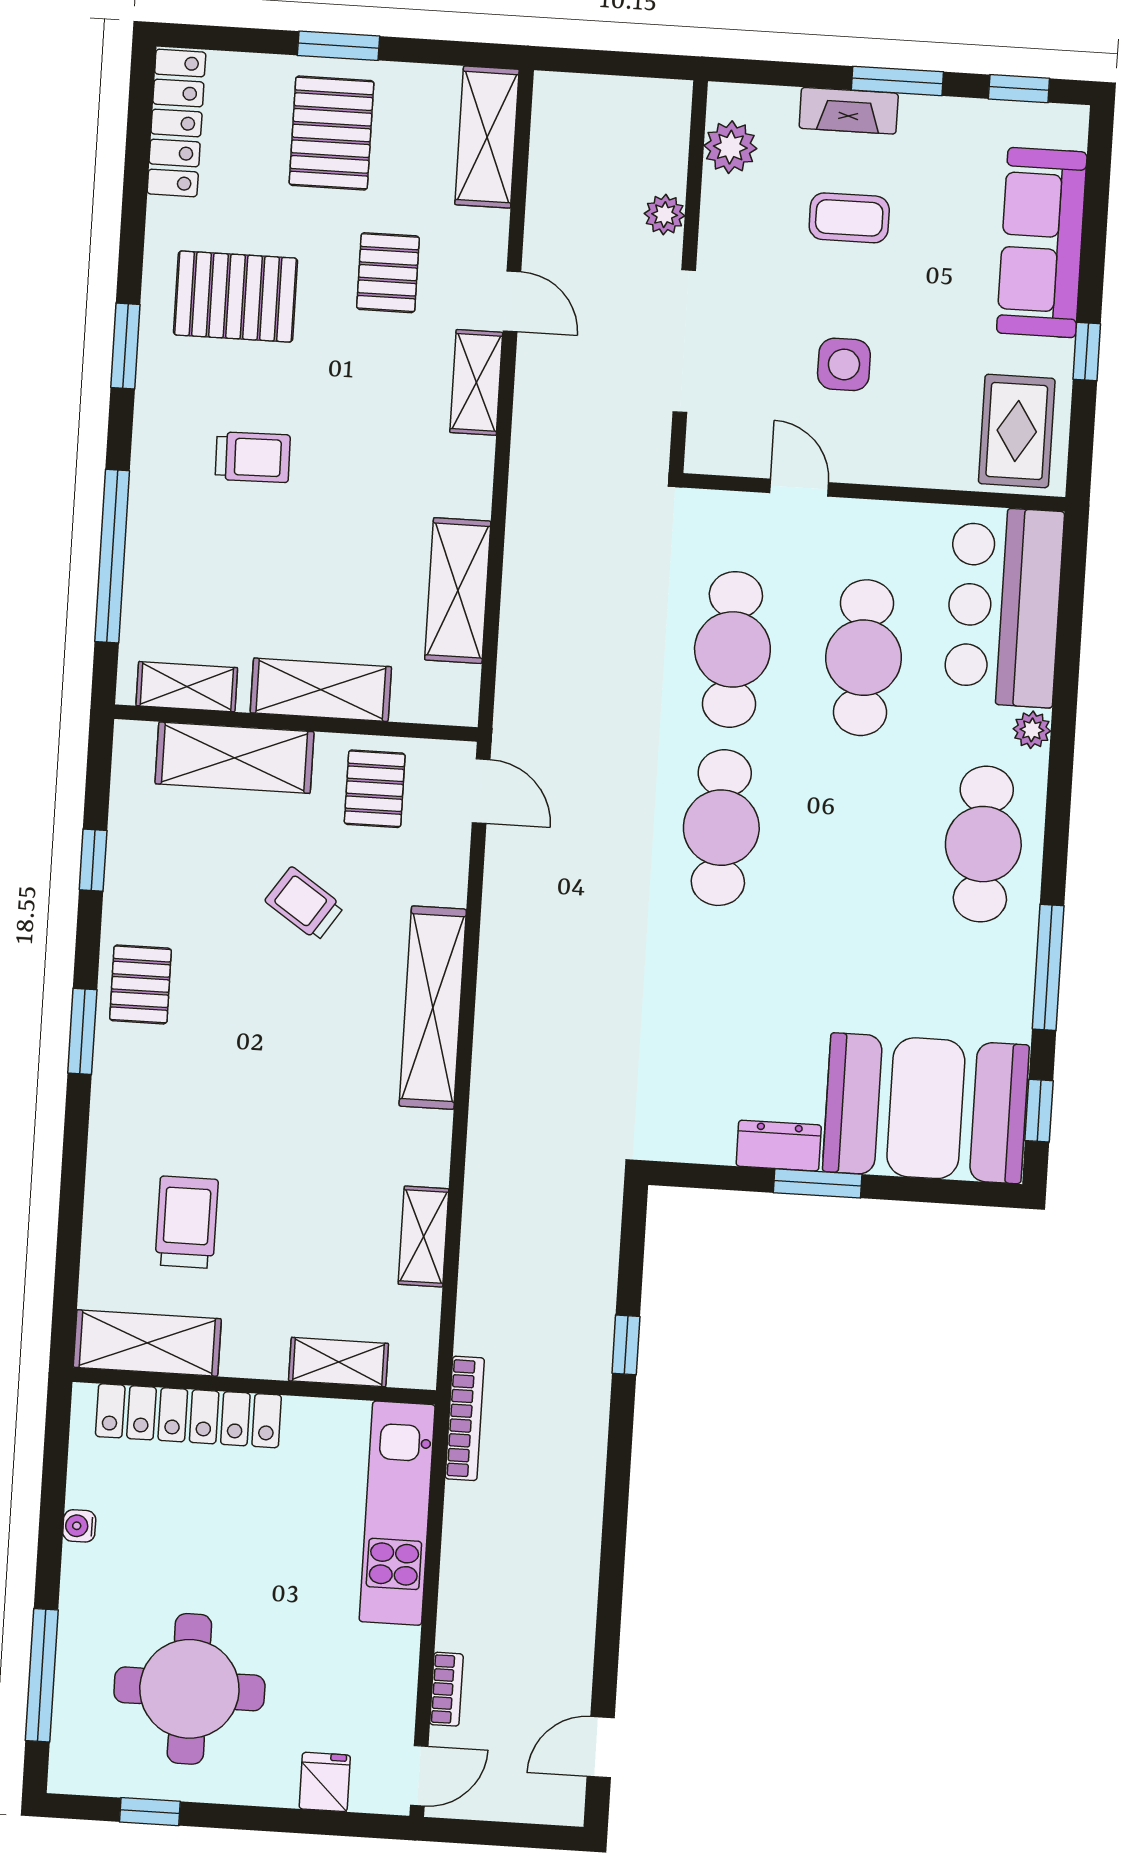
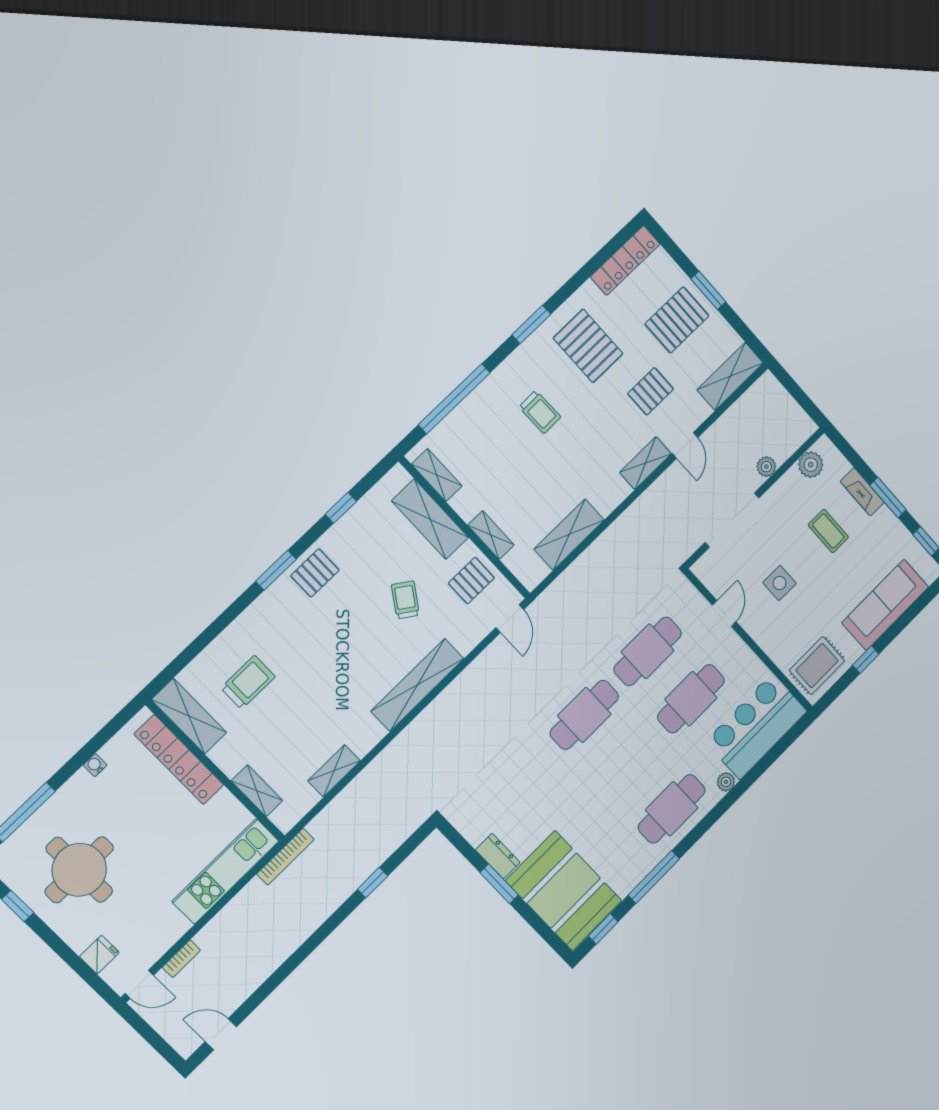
shelving: (321, 690) -> (491, 535), width x0.67, depth x0.75

